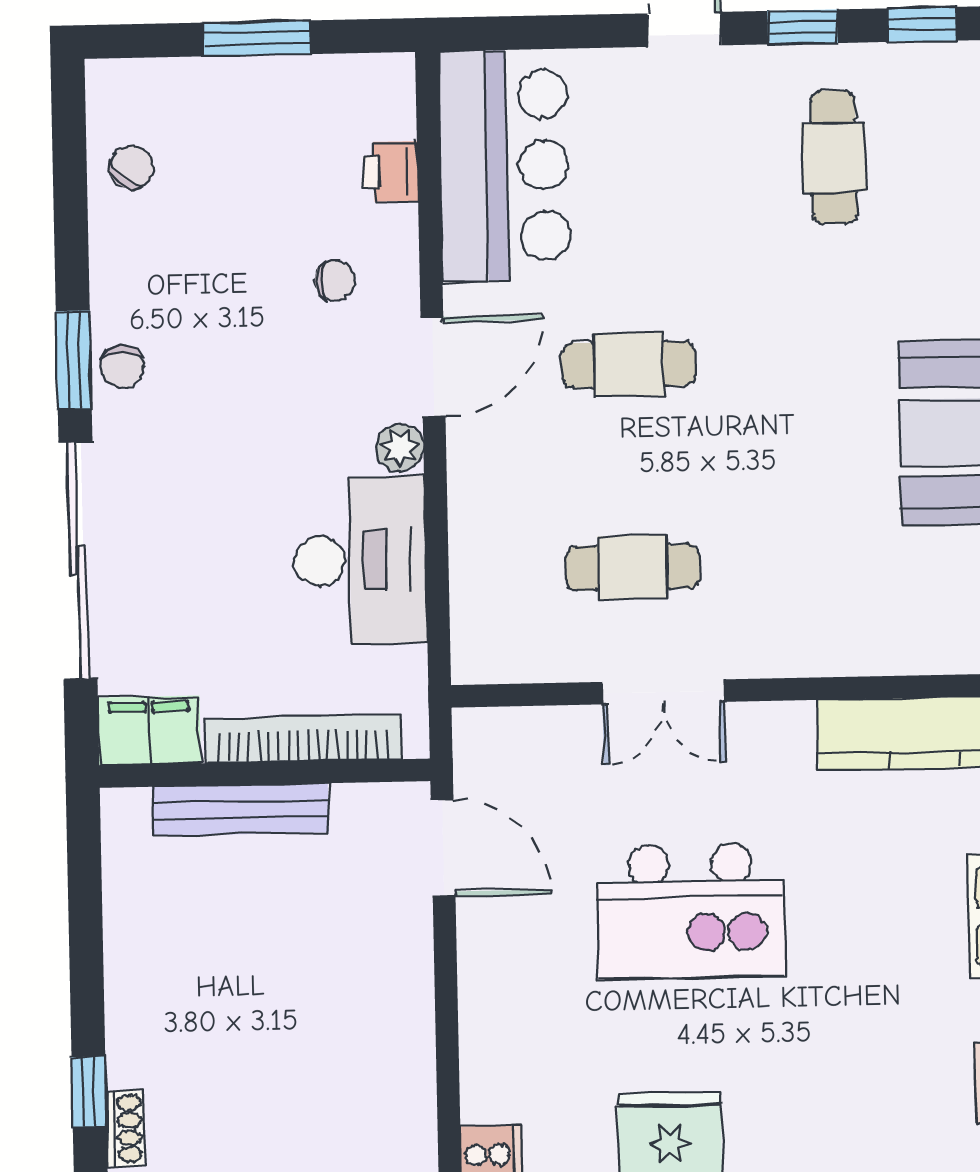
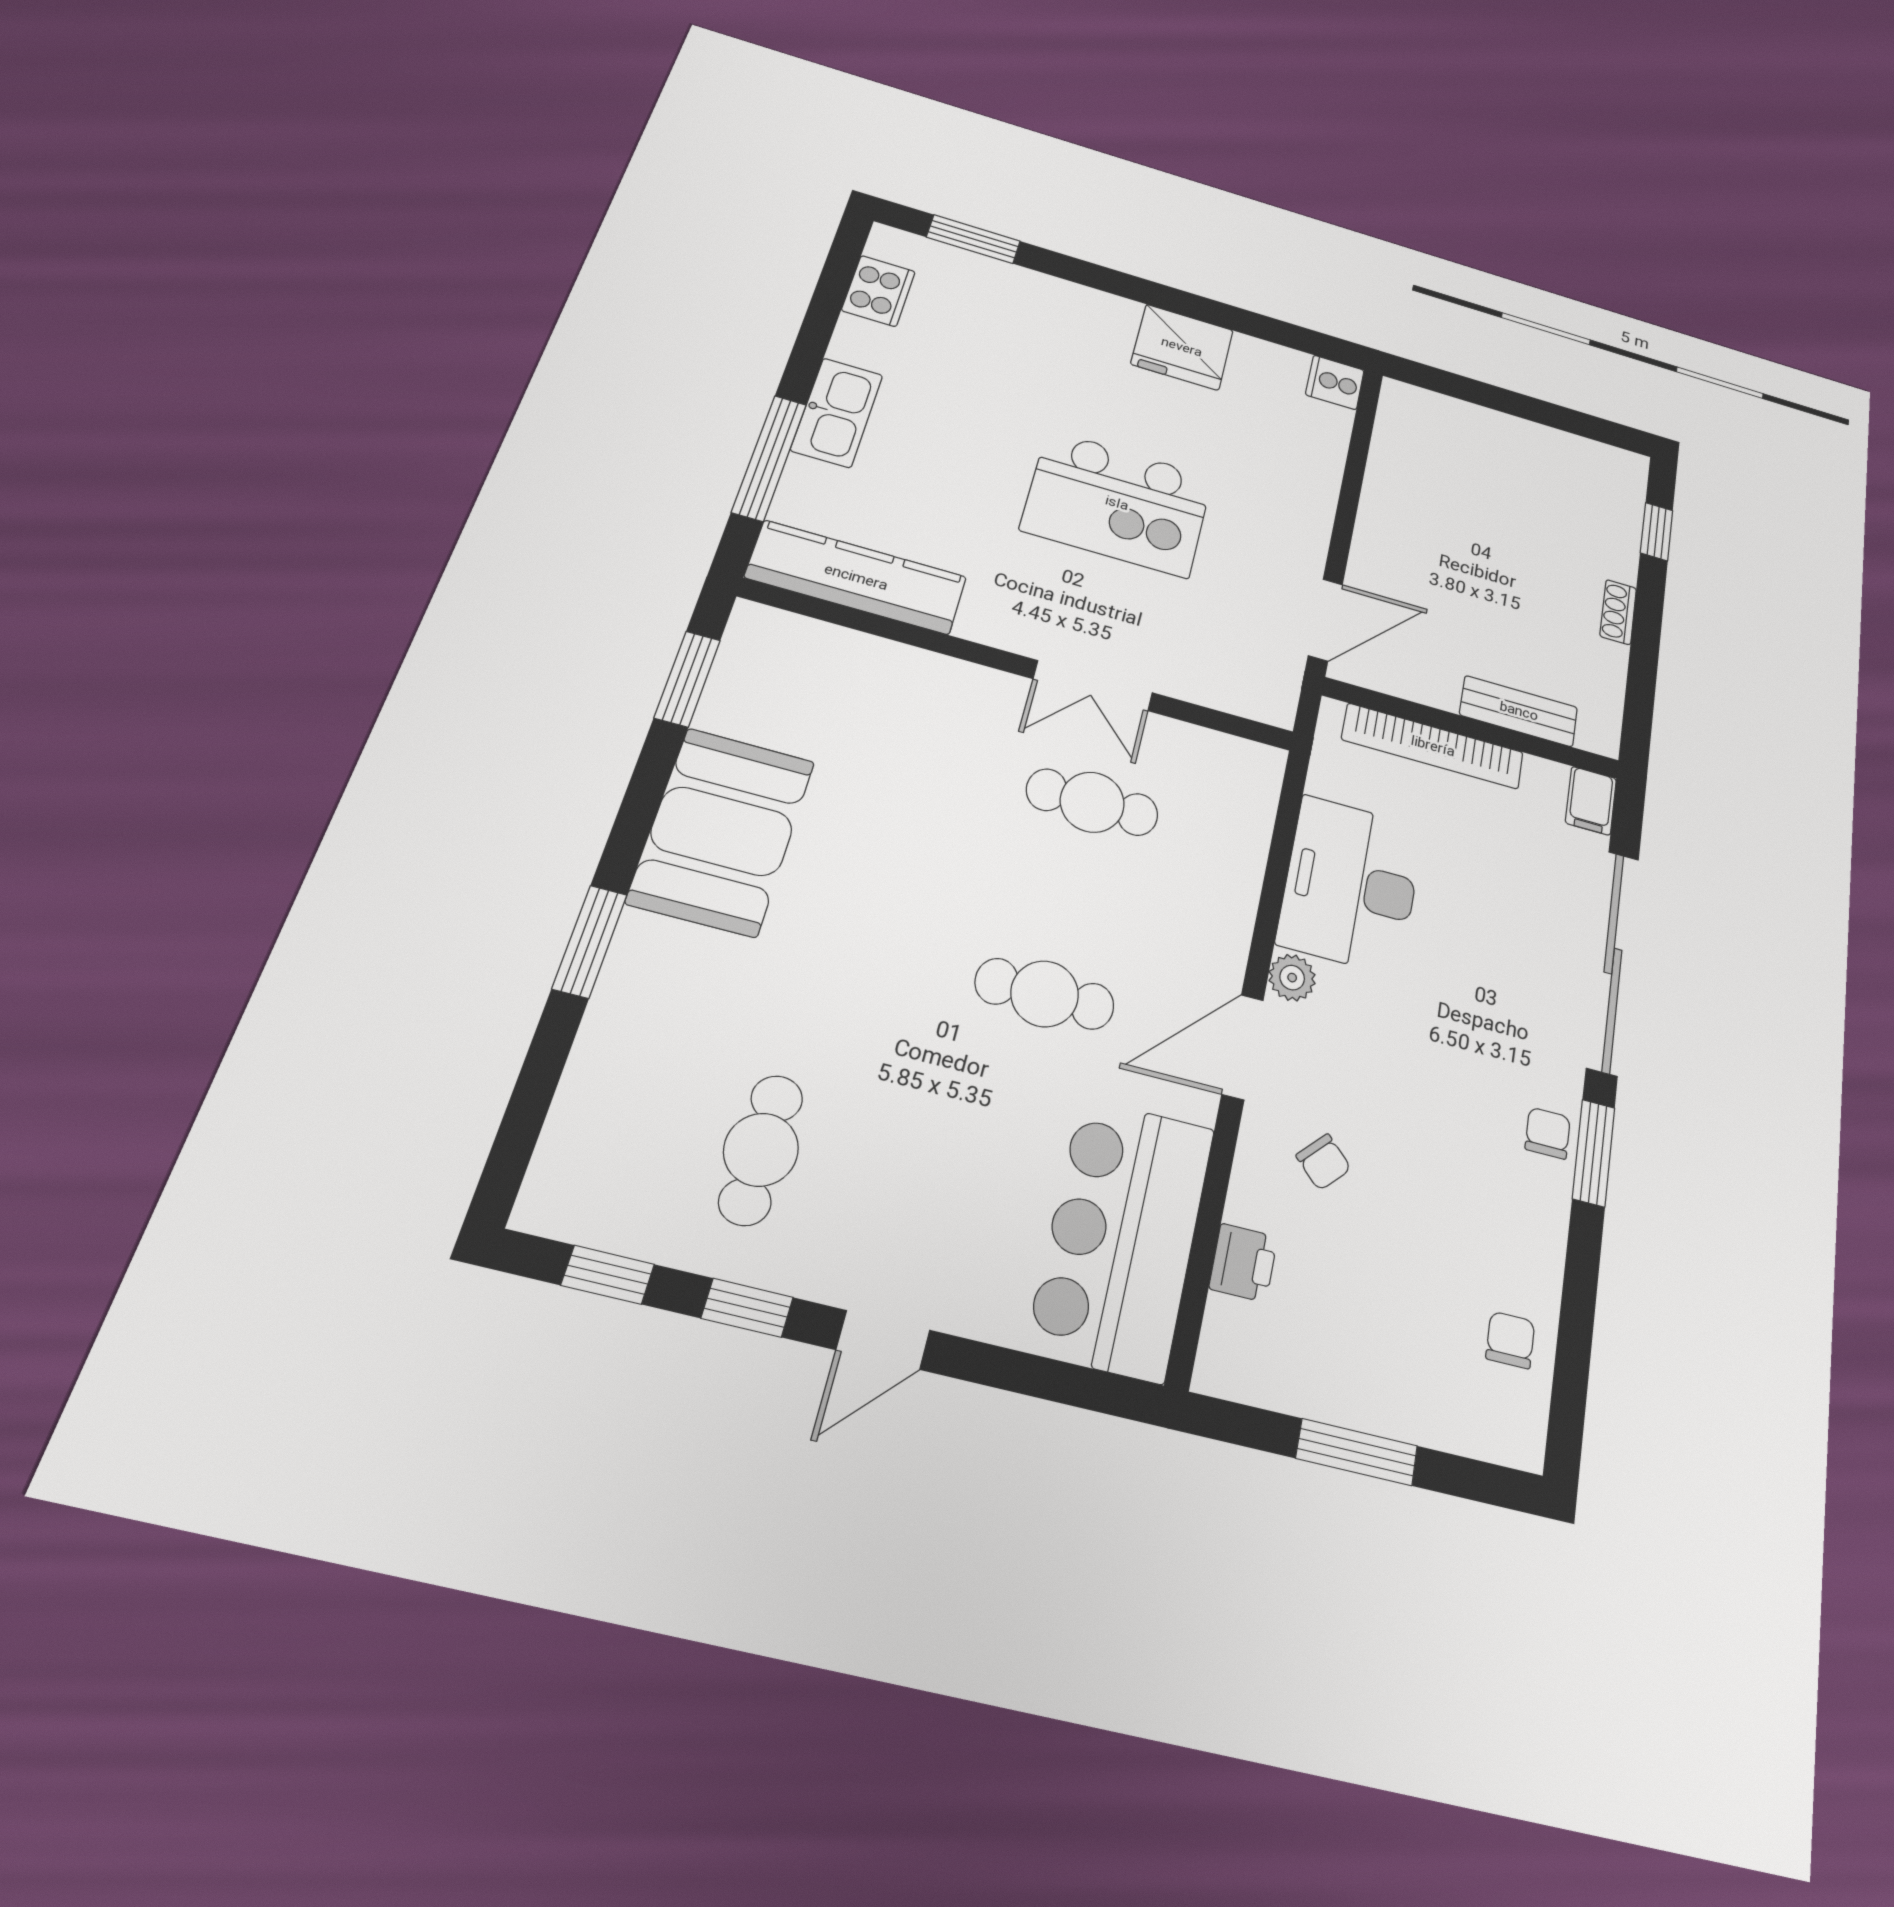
chair: (131, 167) -> (1510, 1340), turned 140
chair: (335, 281) -> (1324, 1162), turned -136
double door: (663, 692) -> (1093, 686), swing flipped
filing cabinet: (149, 730) -> (1591, 801), width x0.50
bench: (240, 810) -> (1519, 711), width x0.73
door: (443, 848) -> (1326, 620), swing flipped
kitchen island: (691, 911) -> (1117, 503), turned 180
shoe rack: (125, 1129) -> (1618, 612), moved

